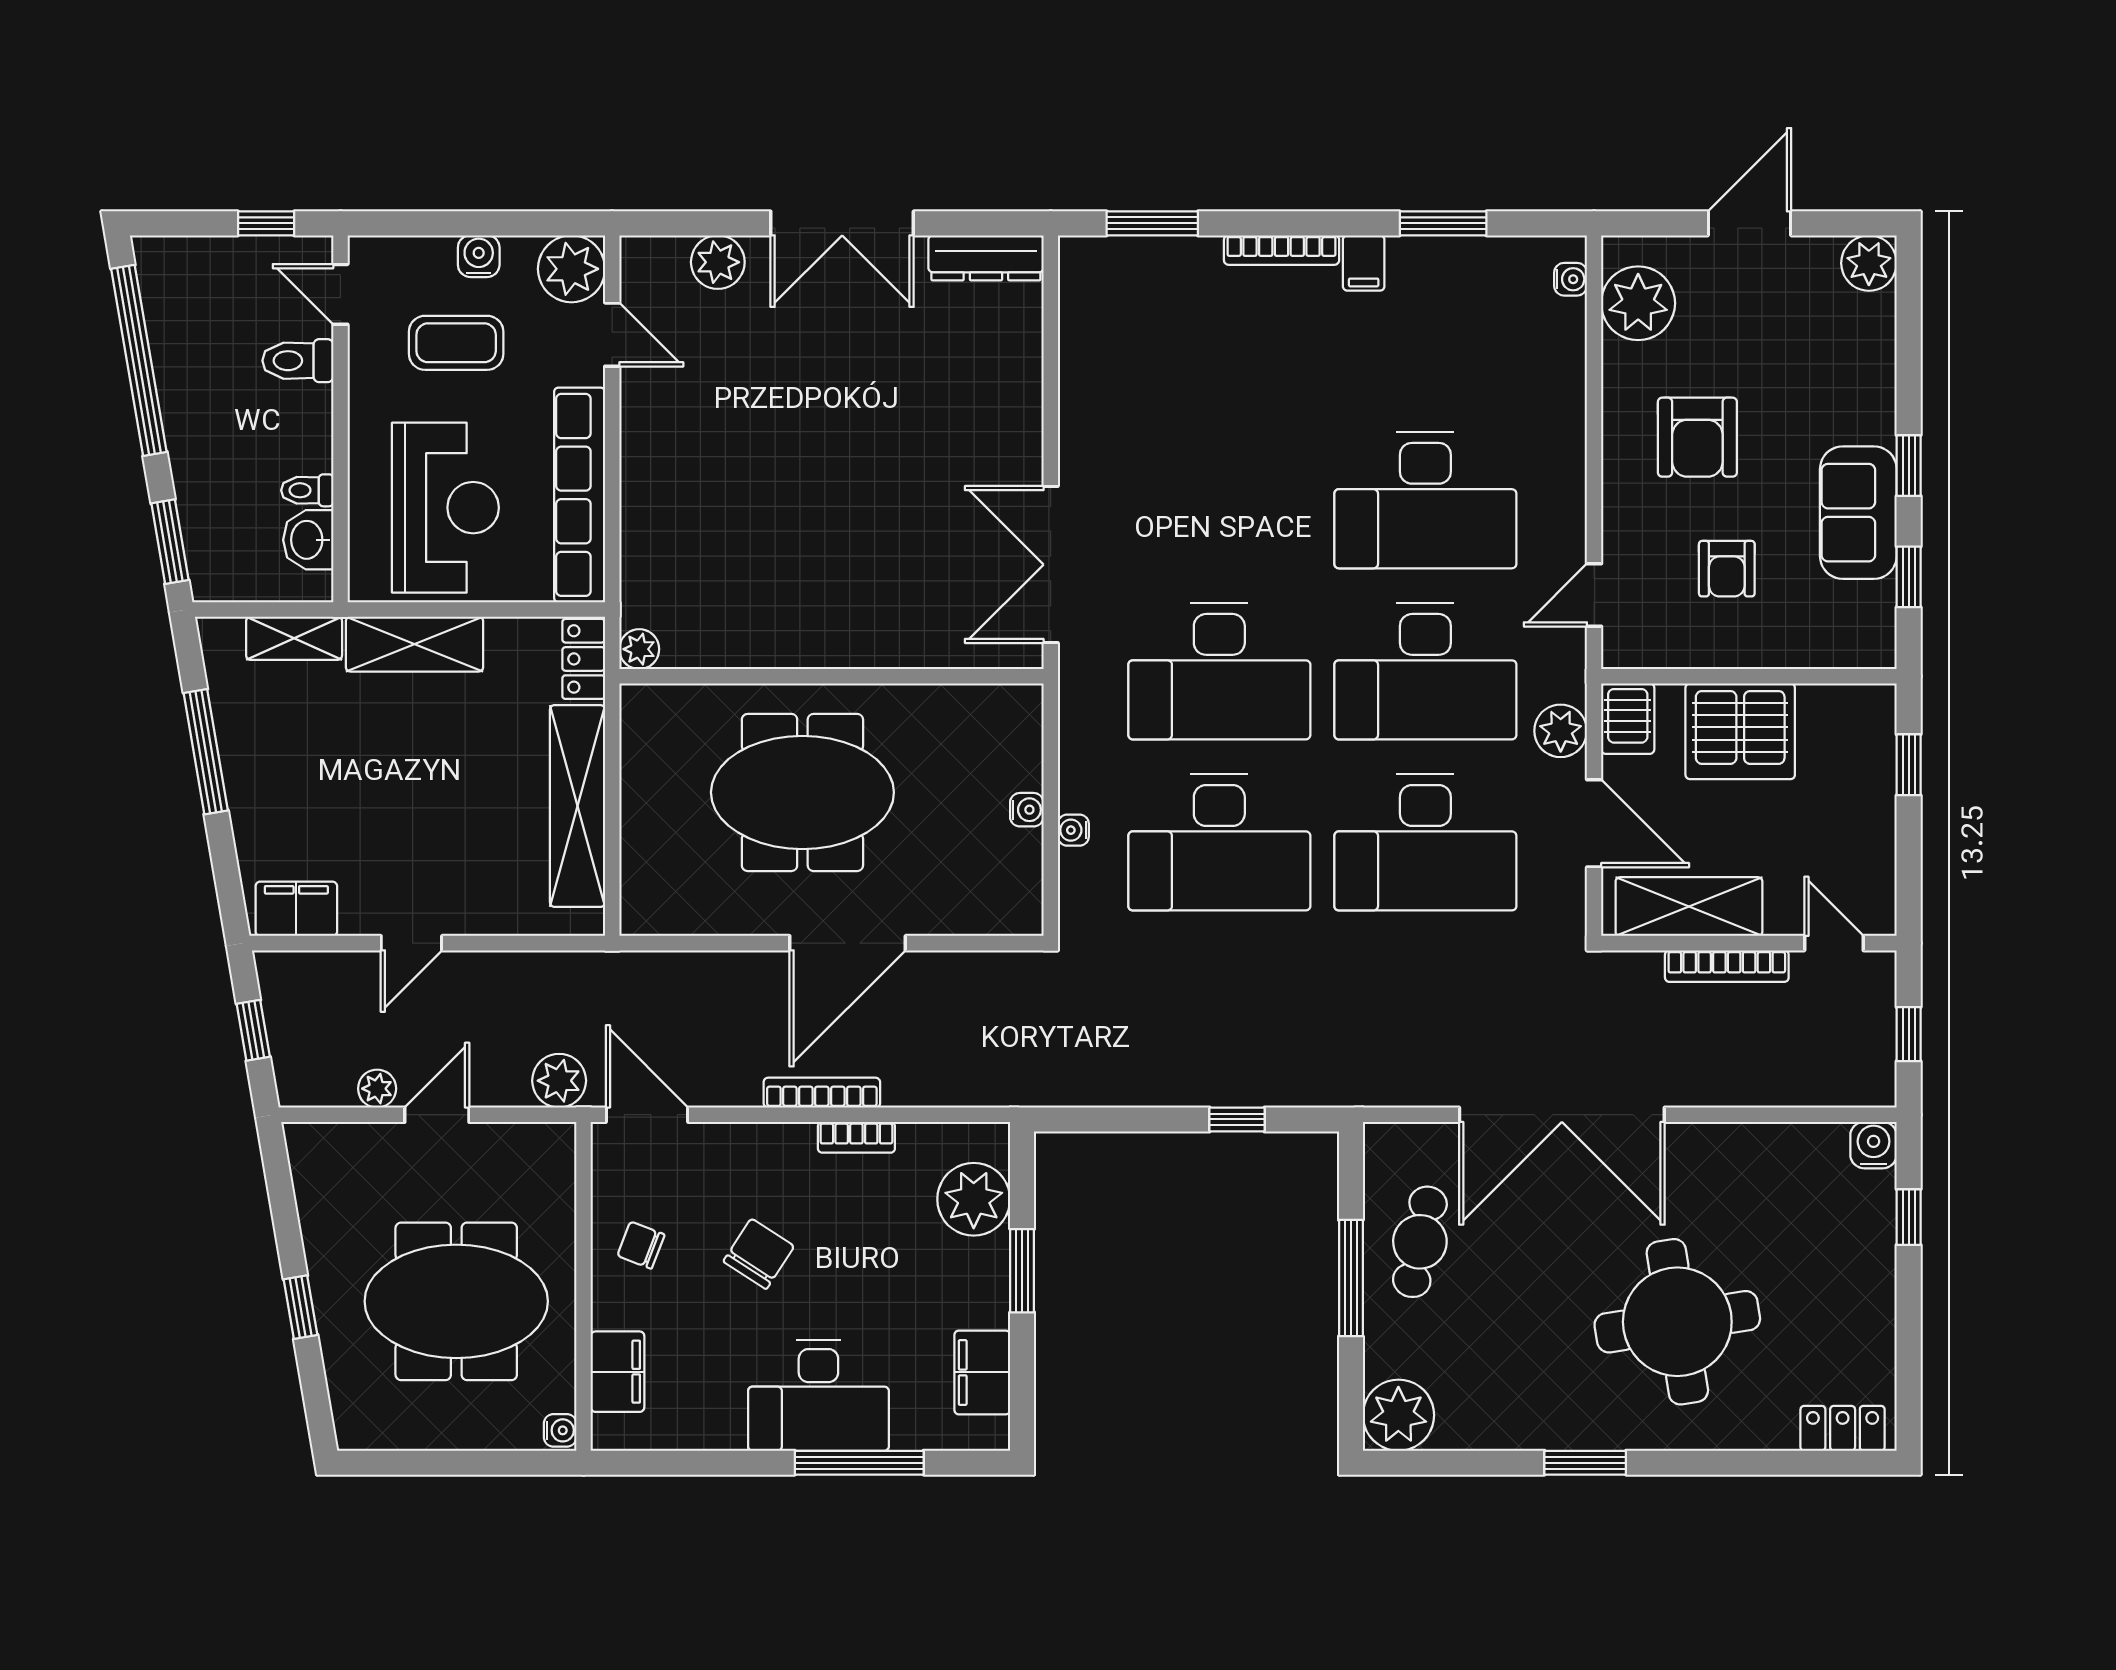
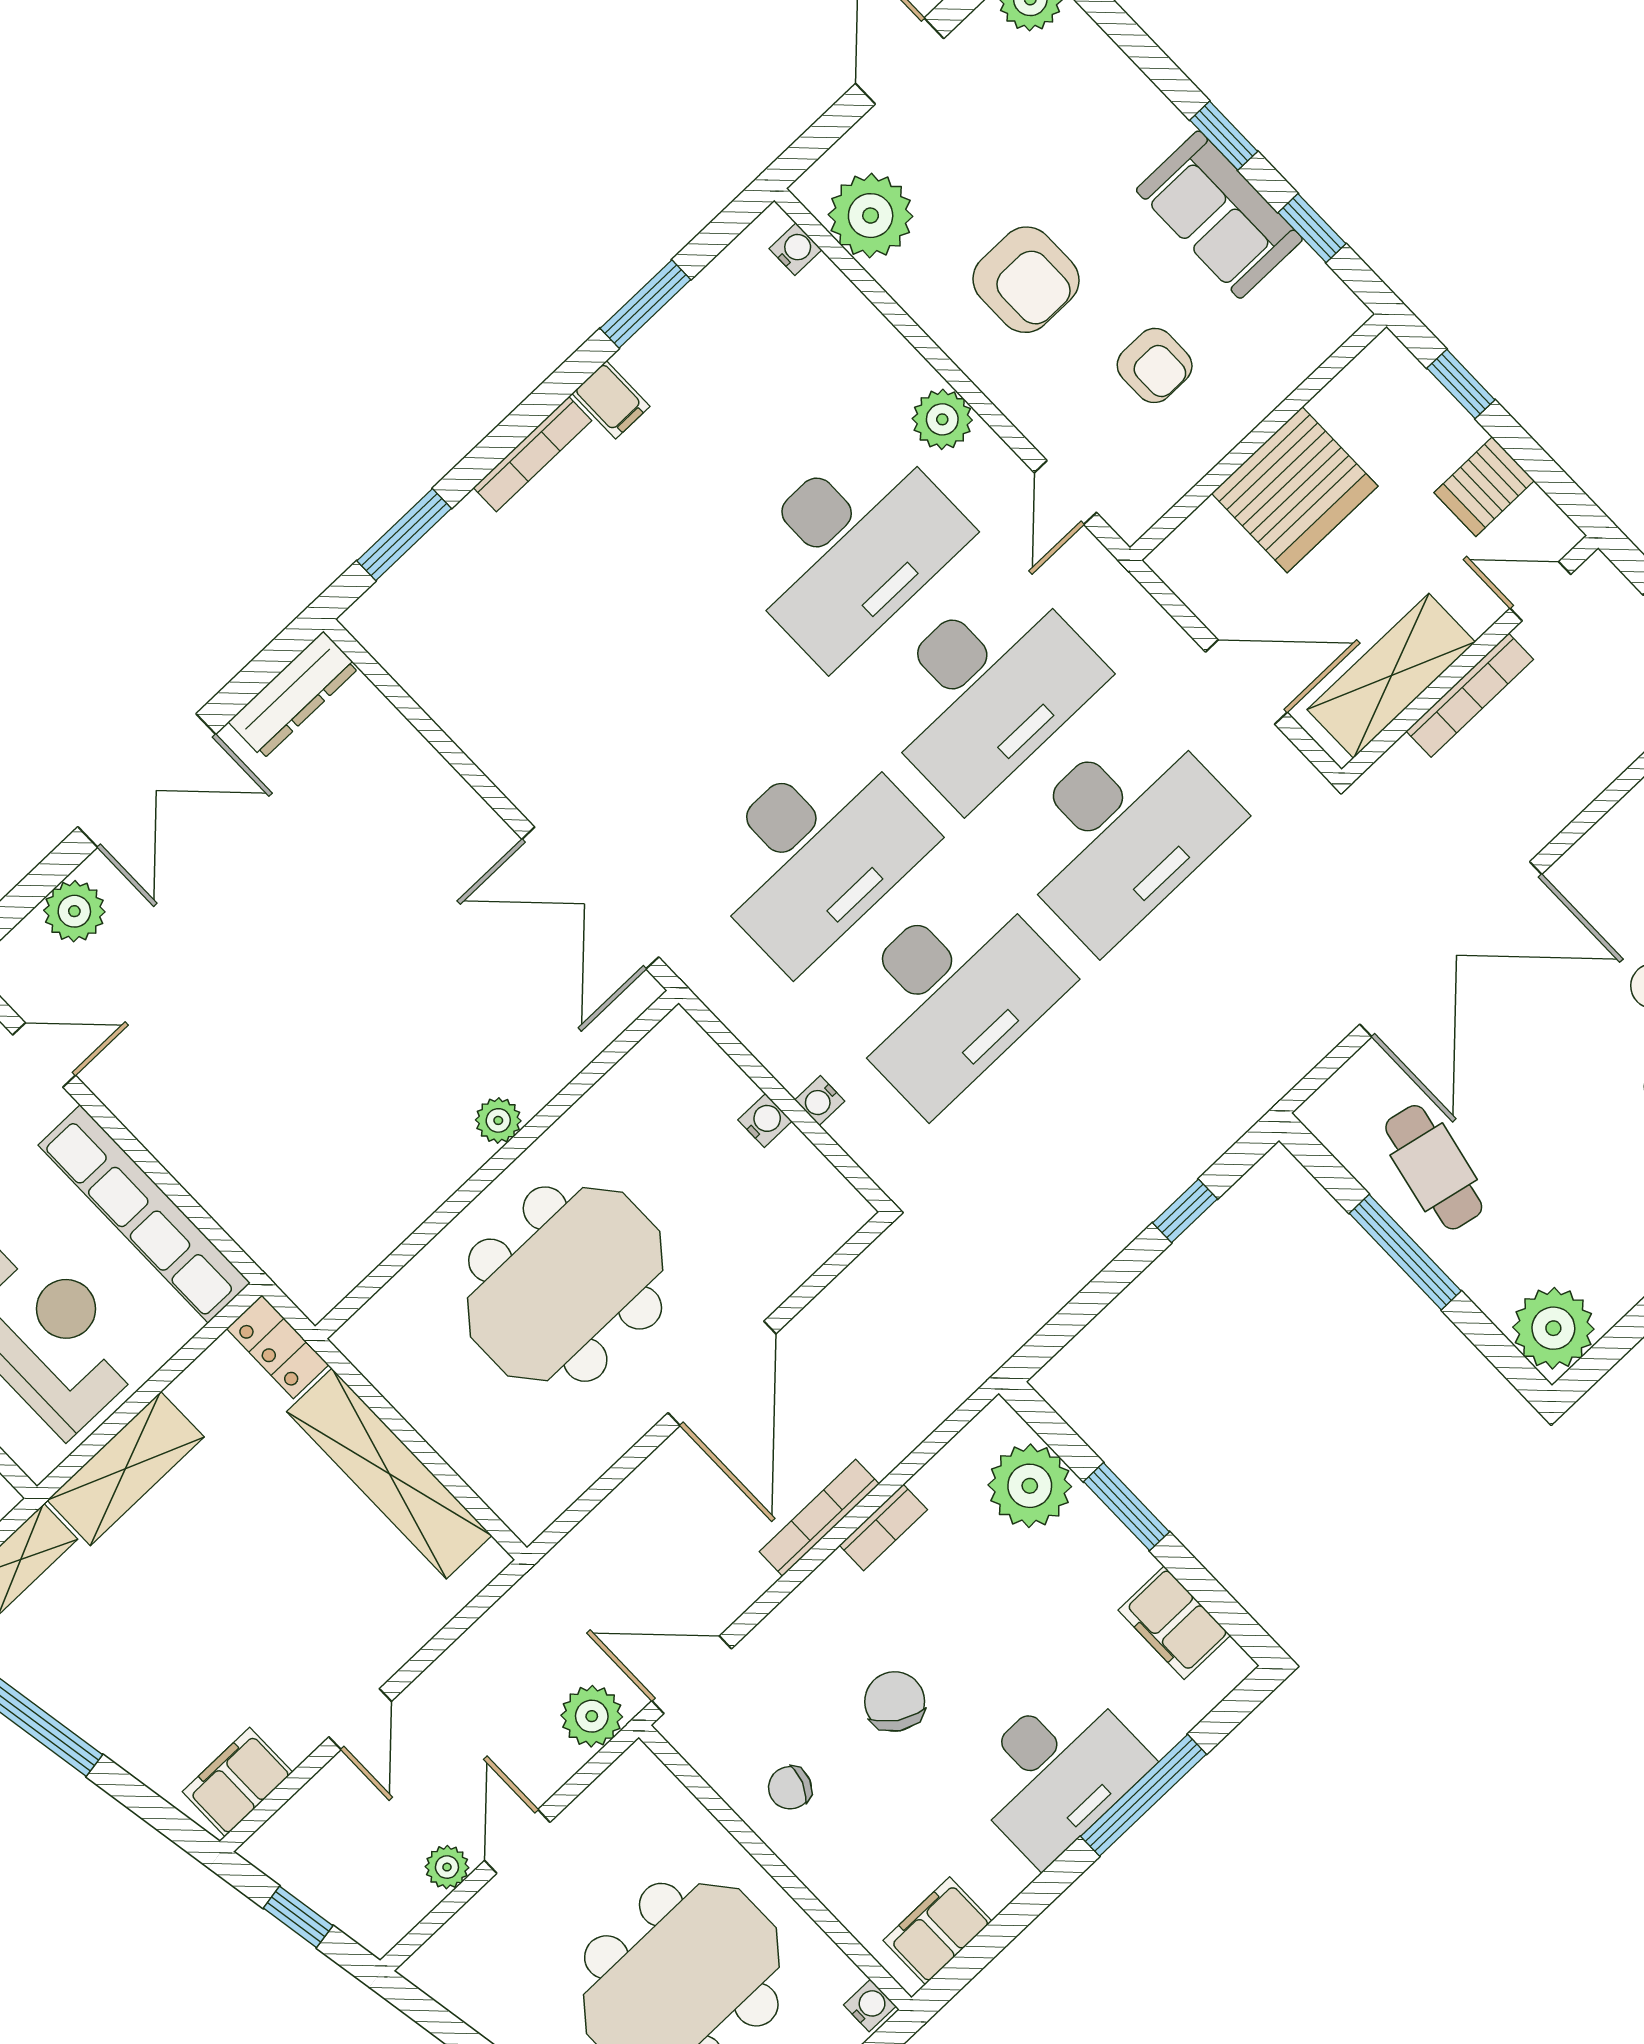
plant: (639, 649) -> (498, 1120), moved
server rack: (1628, 719) -> (1484, 487), moved, turned 90
plant: (1561, 731) -> (942, 419), moved
filing cabinet: (617, 1372) -> (938, 1931), moved, turned -90

